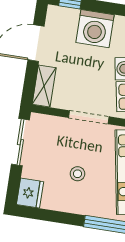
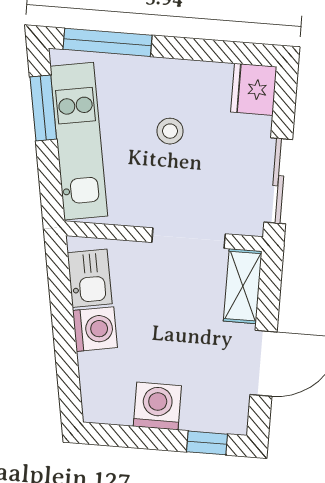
washing machine: (95, 29) -> (157, 406), width x0.73, depth x0.73
doorway: (89, 117) -> (189, 238), moved

